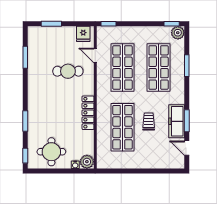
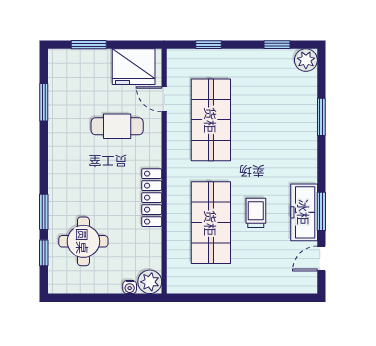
window: (108, 24) -> (208, 45), moved
window: (172, 24) -> (277, 45), moved
fridge: (83, 34) -> (134, 67), width x1.88, depth x1.34
shop shelf: (159, 67) -> (273, 120), removed
door: (187, 148) -> (321, 259), hinge flipped
round table: (51, 152) -> (83, 241), moved
window: (25, 156) -> (44, 253), moved

